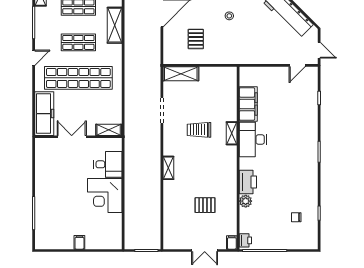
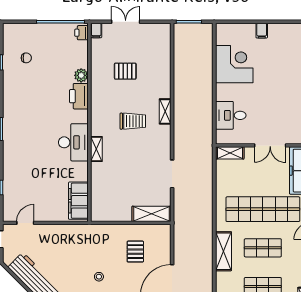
shelving: (115, 25) -> (223, 251), moved
filing cabinet: (248, 104) -> (78, 201), moved
trolley: (199, 130) -> (133, 121), moved
corner desk: (105, 195) -> (234, 64), moved

